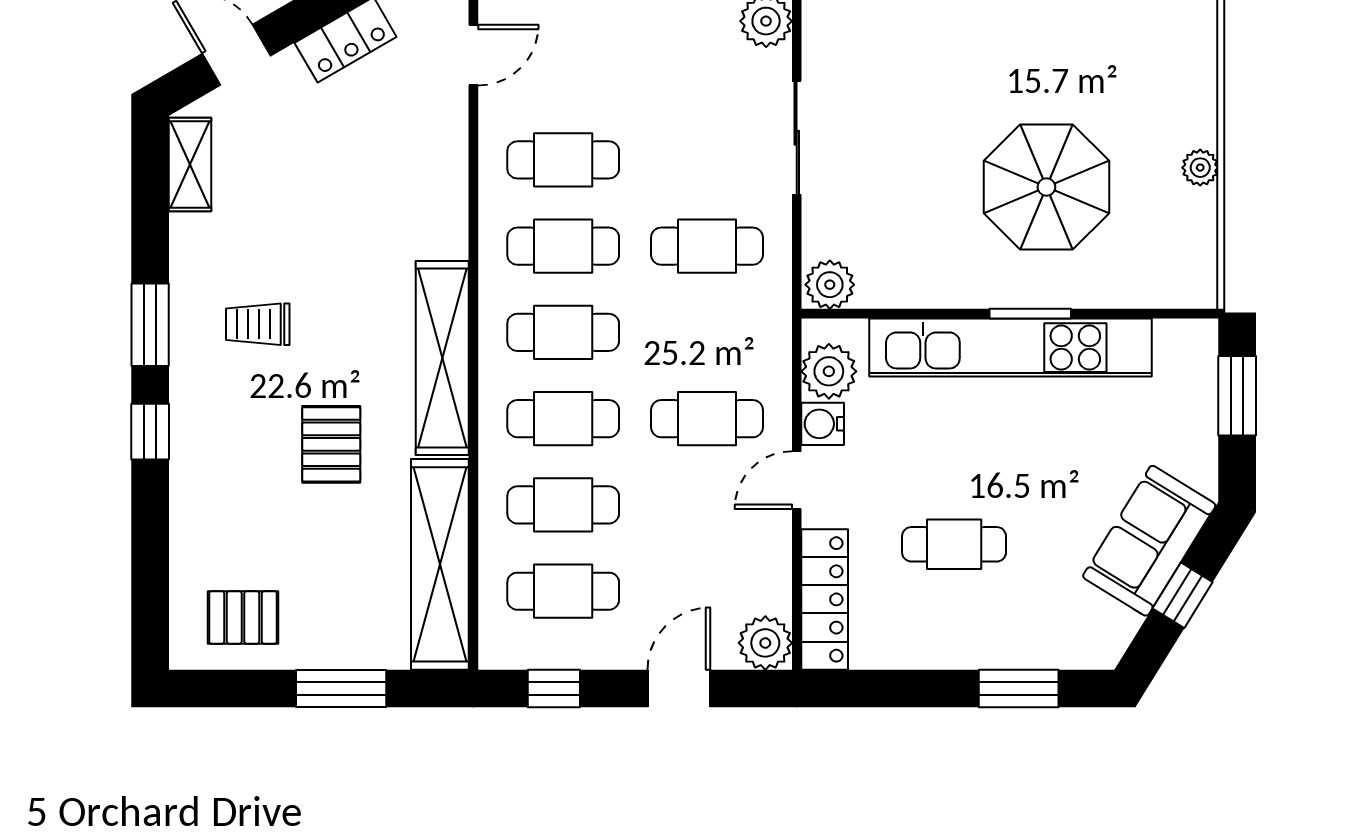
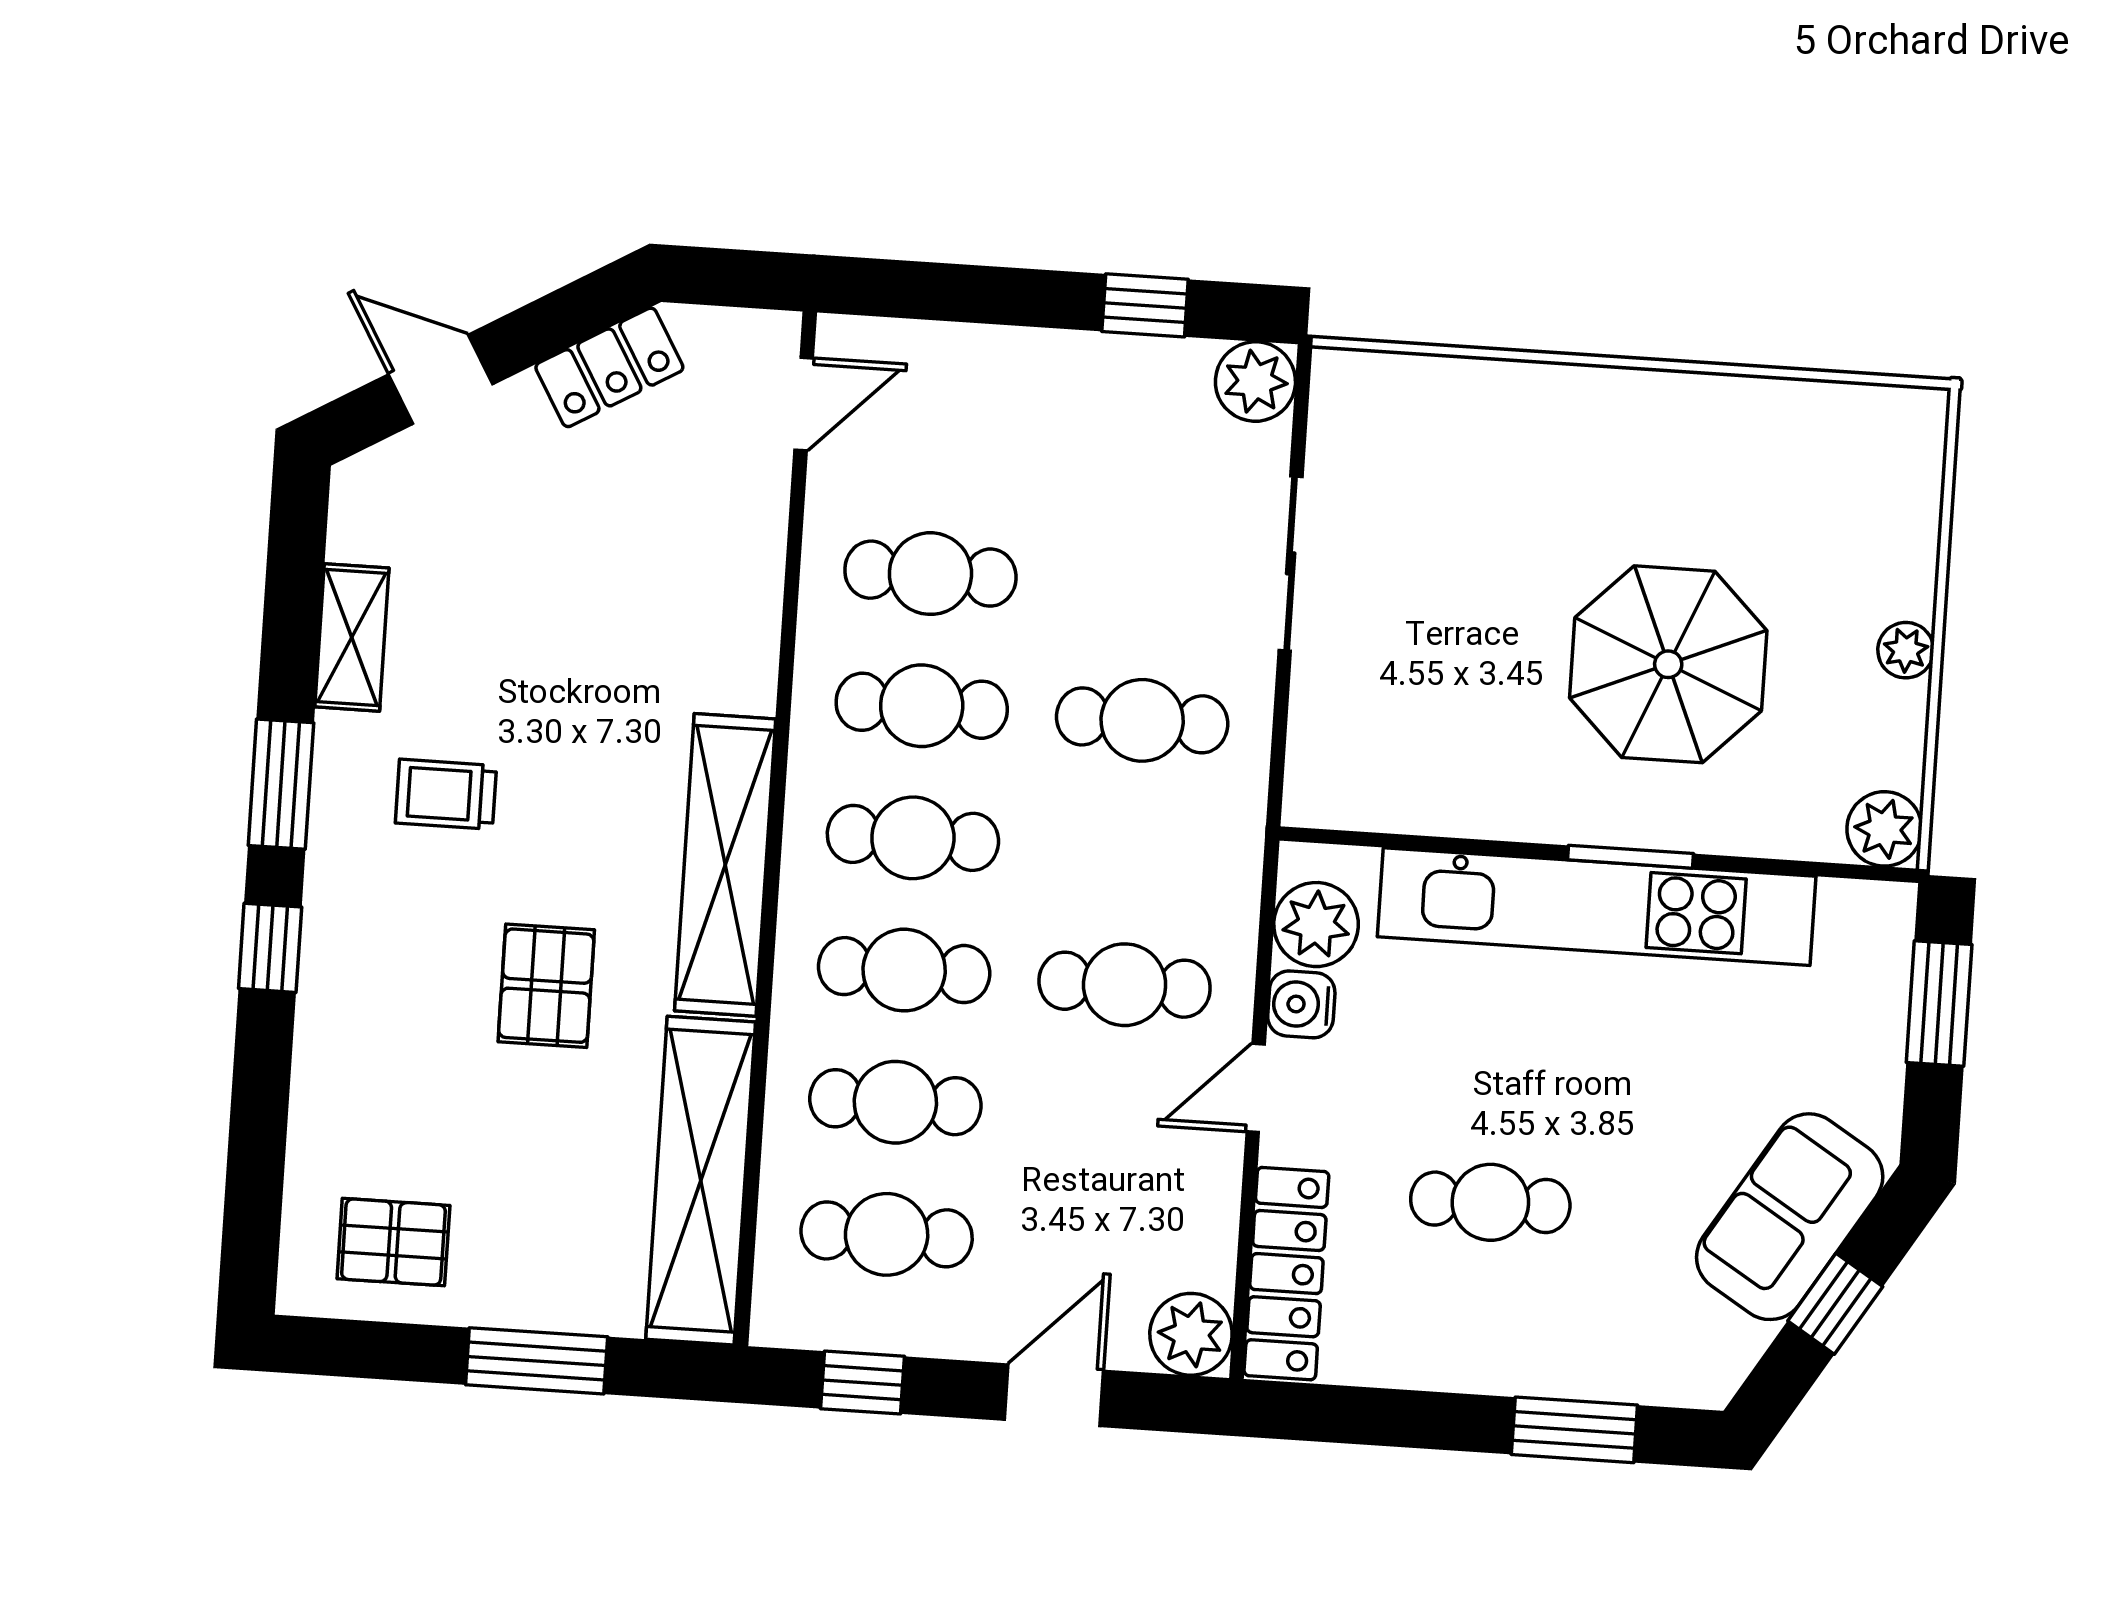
shelving: (190, 165) -> (352, 637), moved
plant: (830, 285) -> (1884, 829), moved

